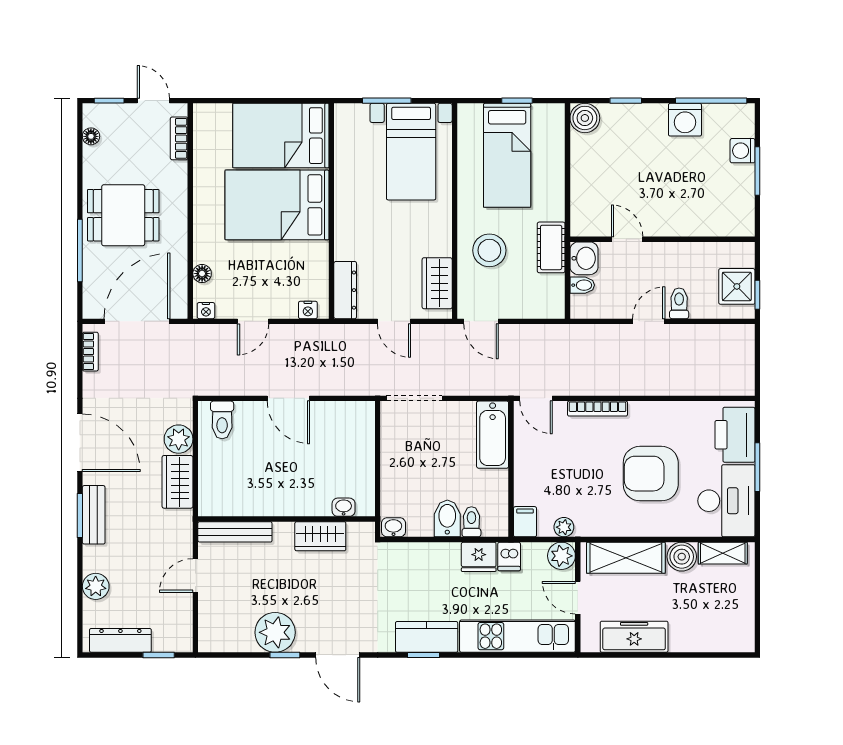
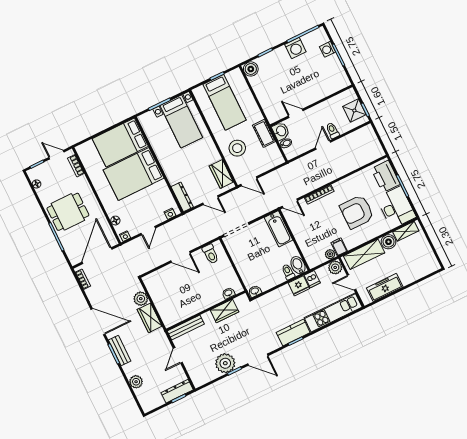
toilet: (222, 420) -> (211, 254), moved
bidet: (447, 518) -> (298, 265), moved
filing cabinet: (525, 522) -> (339, 247), moved
dresser: (120, 640) -> (177, 391), moved

